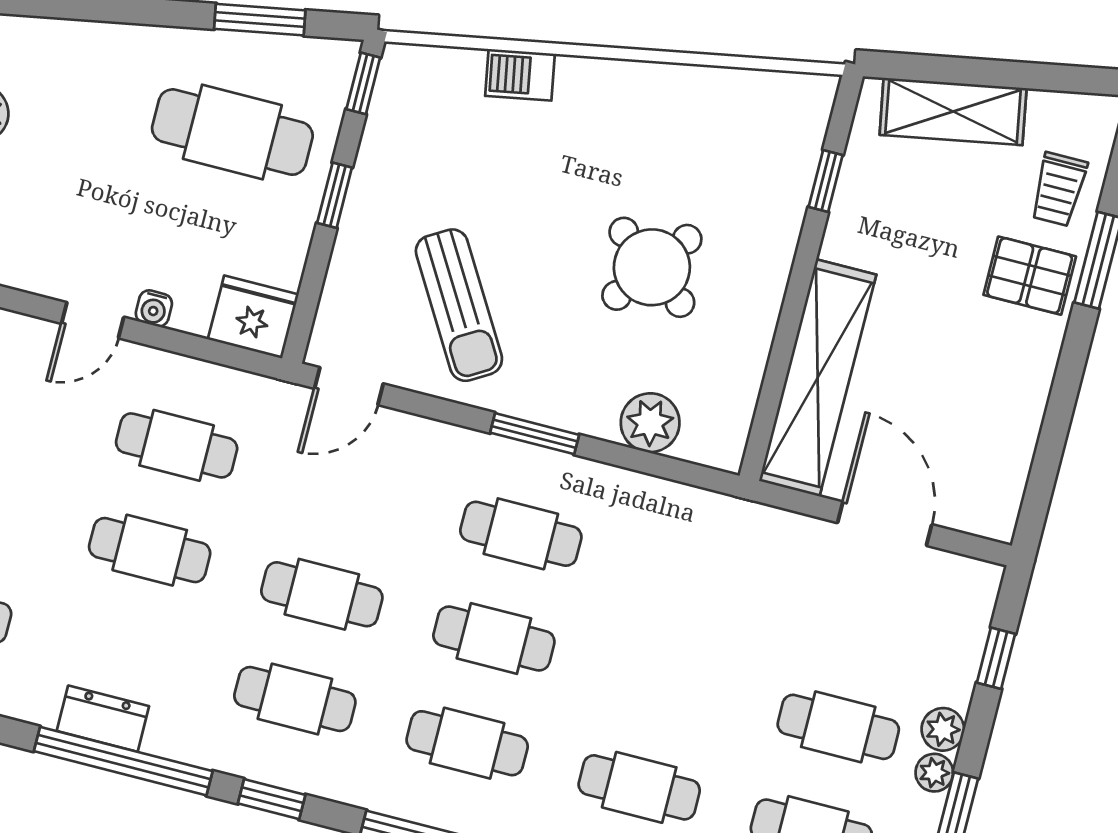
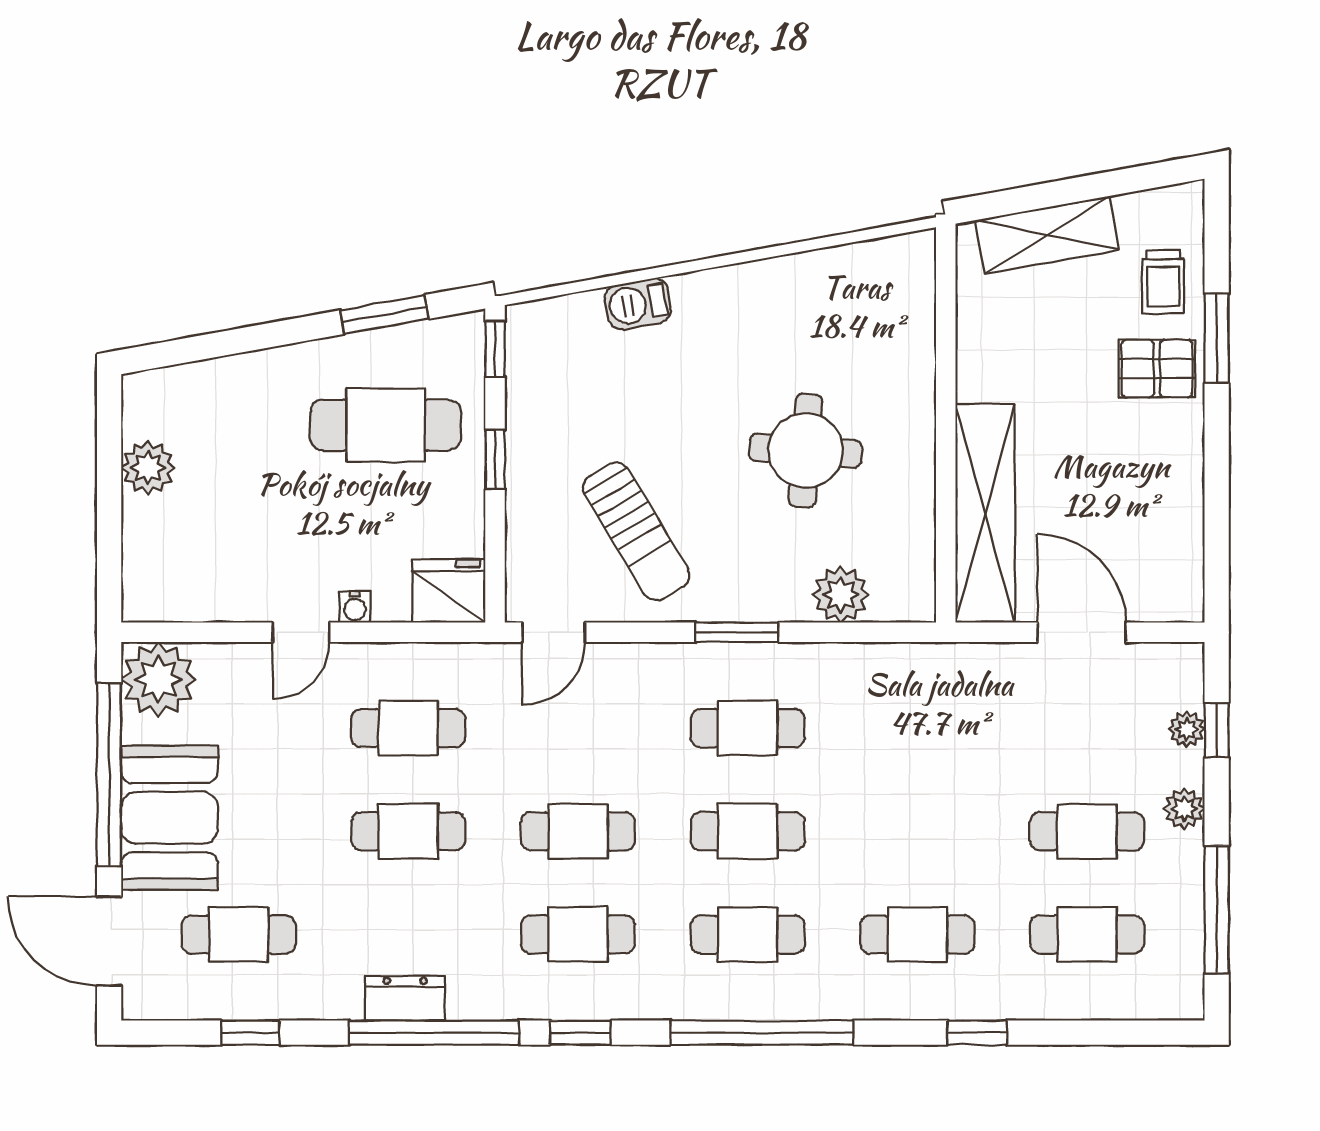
window: (826, 181) -> (946, 330), removed
round table: (652, 267) -> (806, 451), turned -33
plant: (934, 773) -> (1187, 729), moved

